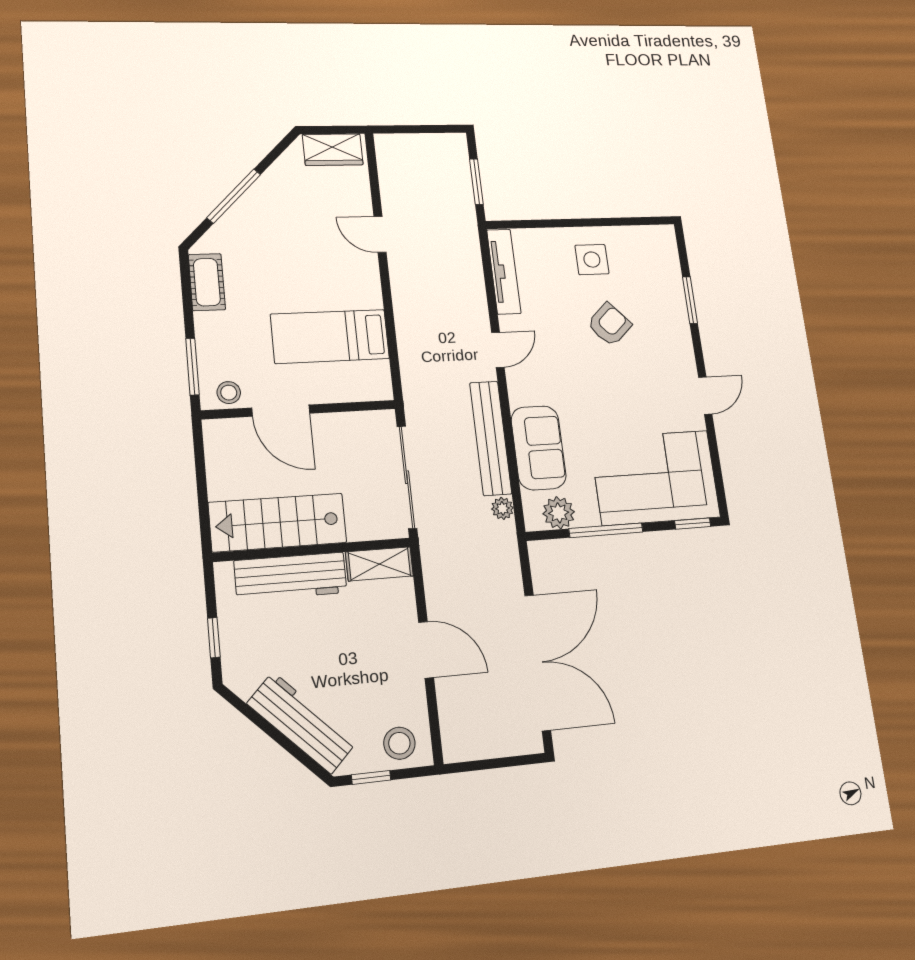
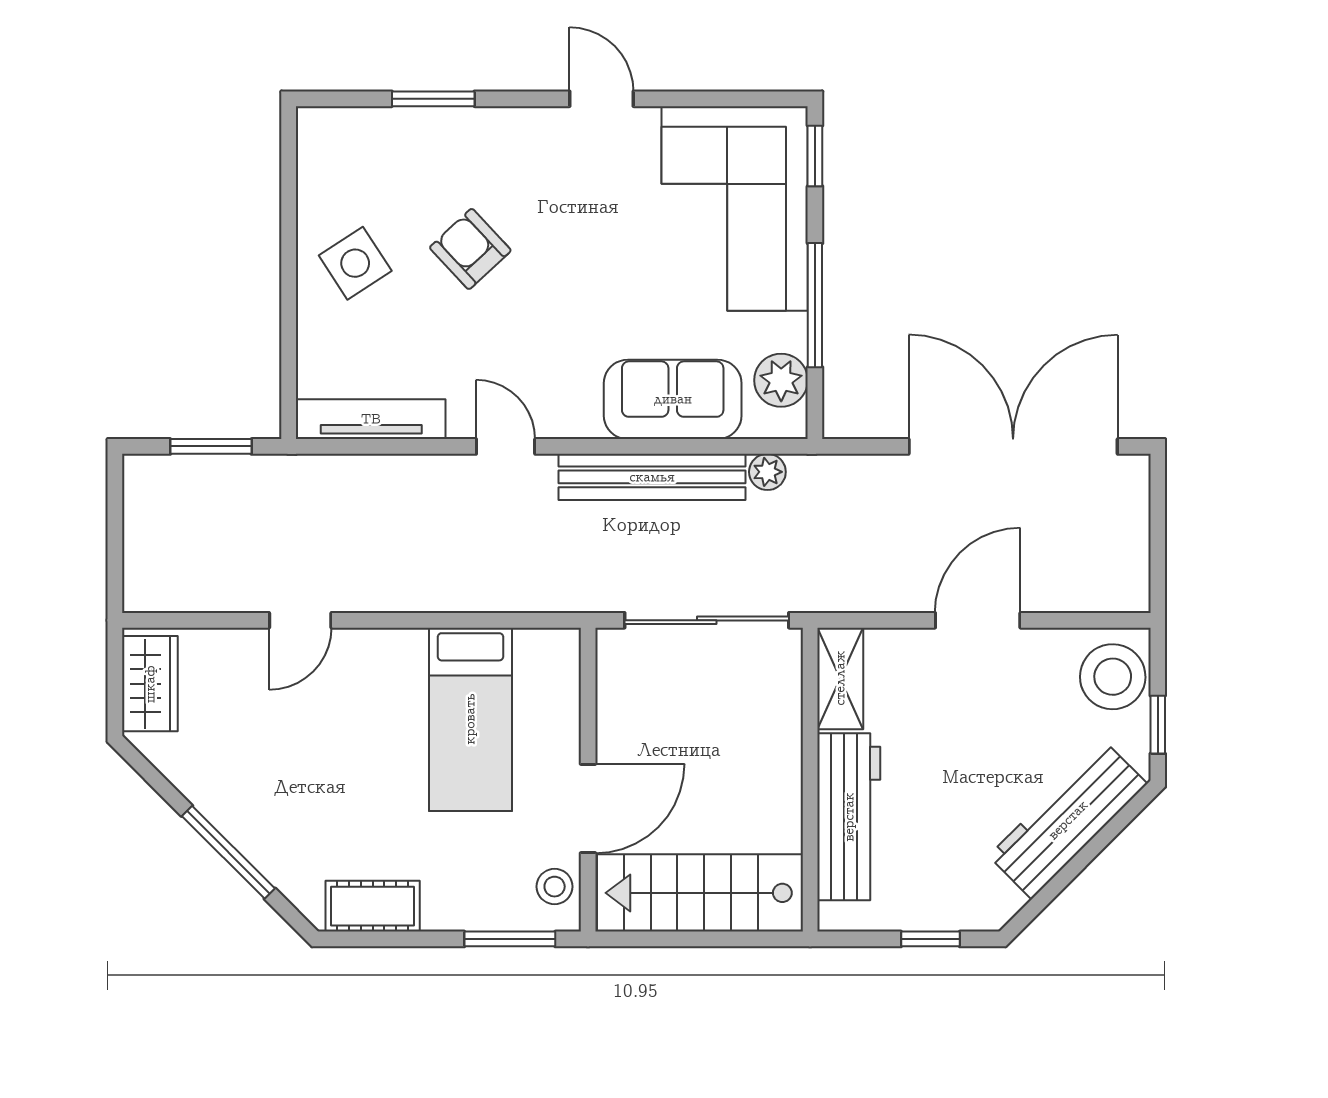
side table: (592, 260) -> (355, 263), turned -33
stairs: (278, 522) -> (700, 893), moved, turned 90
stool: (399, 743) -> (1113, 677), width x1.38, depth x1.38

